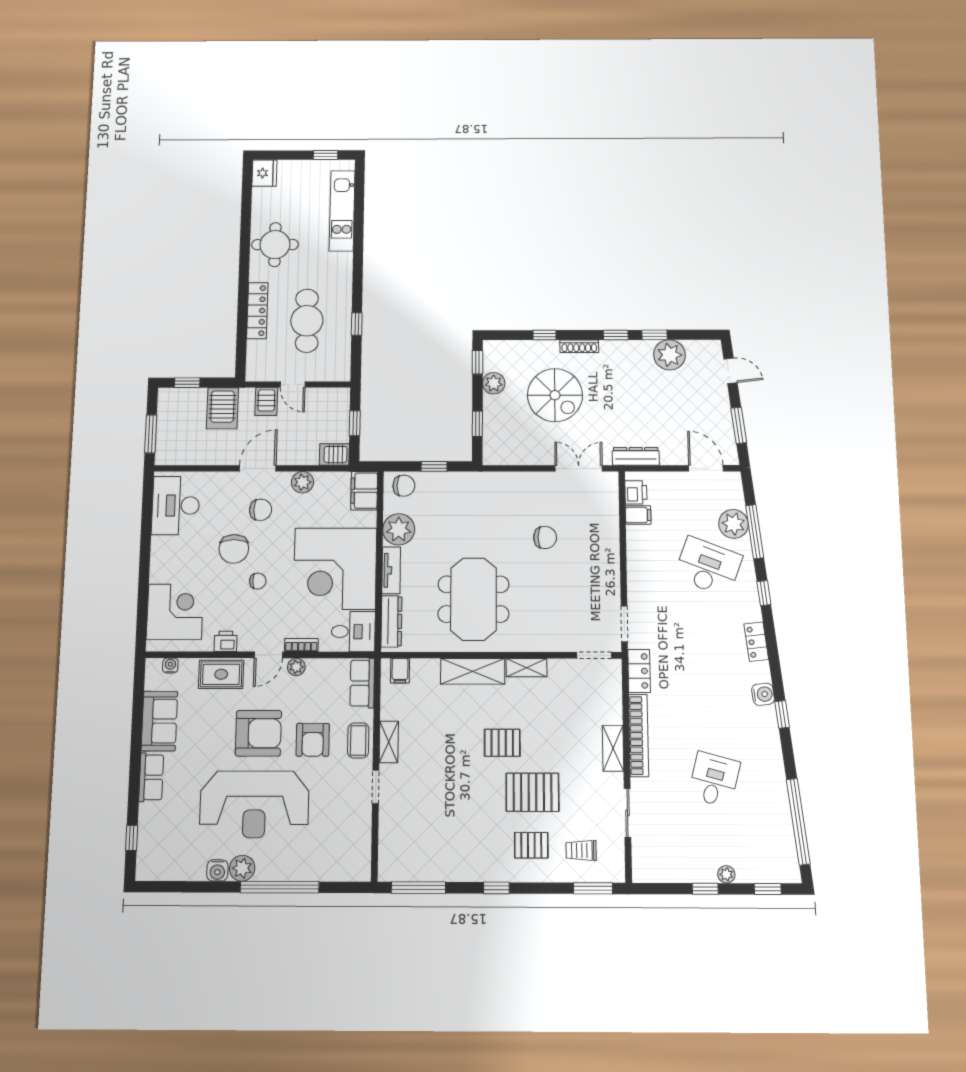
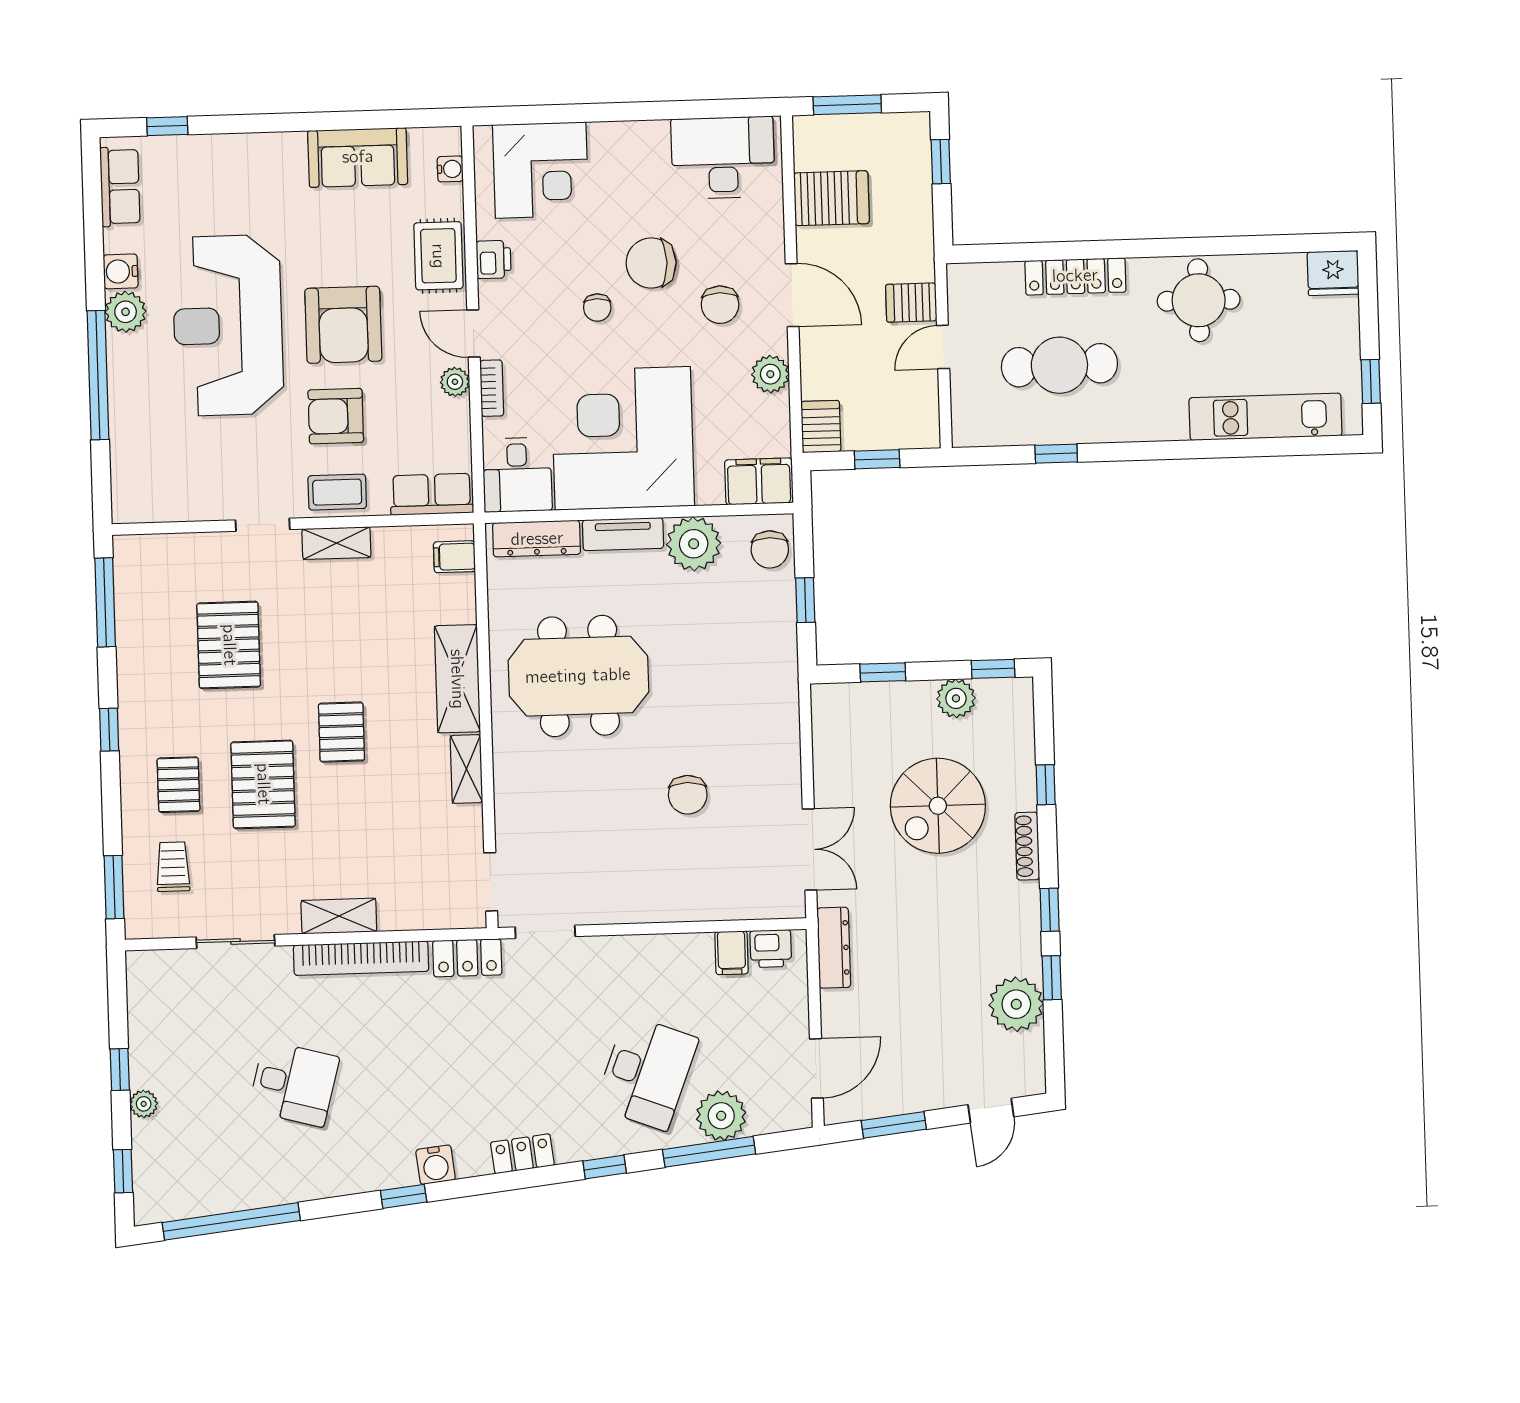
server rack: (222, 408) -> (832, 198), moved, turned 180
row of seats: (151, 777) -> (120, 187), moved, turned -90
pallet: (447, 811) -> (229, 645), added

